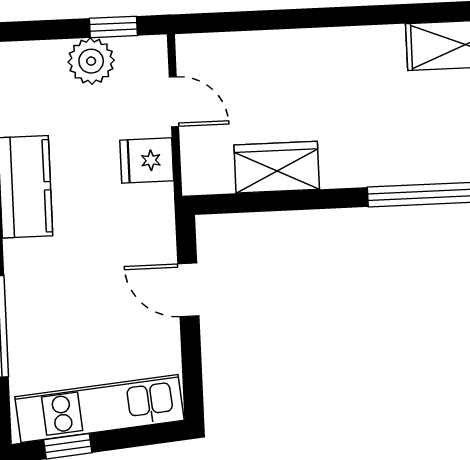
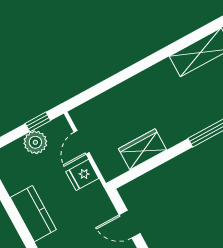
door: (174, 102) -> (82, 142), swing flipped

